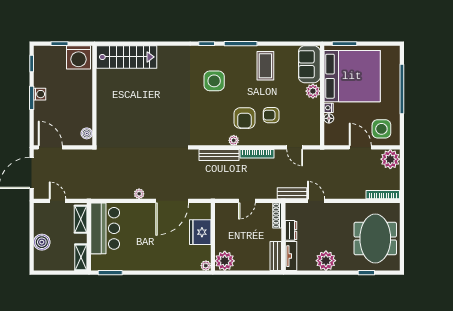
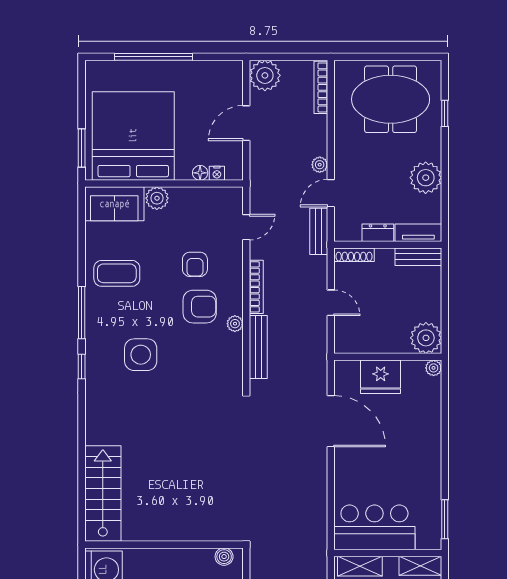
nightstand: (329, 108) -> (217, 173), moved
side table: (381, 129) -> (217, 89), removed
plant: (139, 194) -> (320, 165), moved

